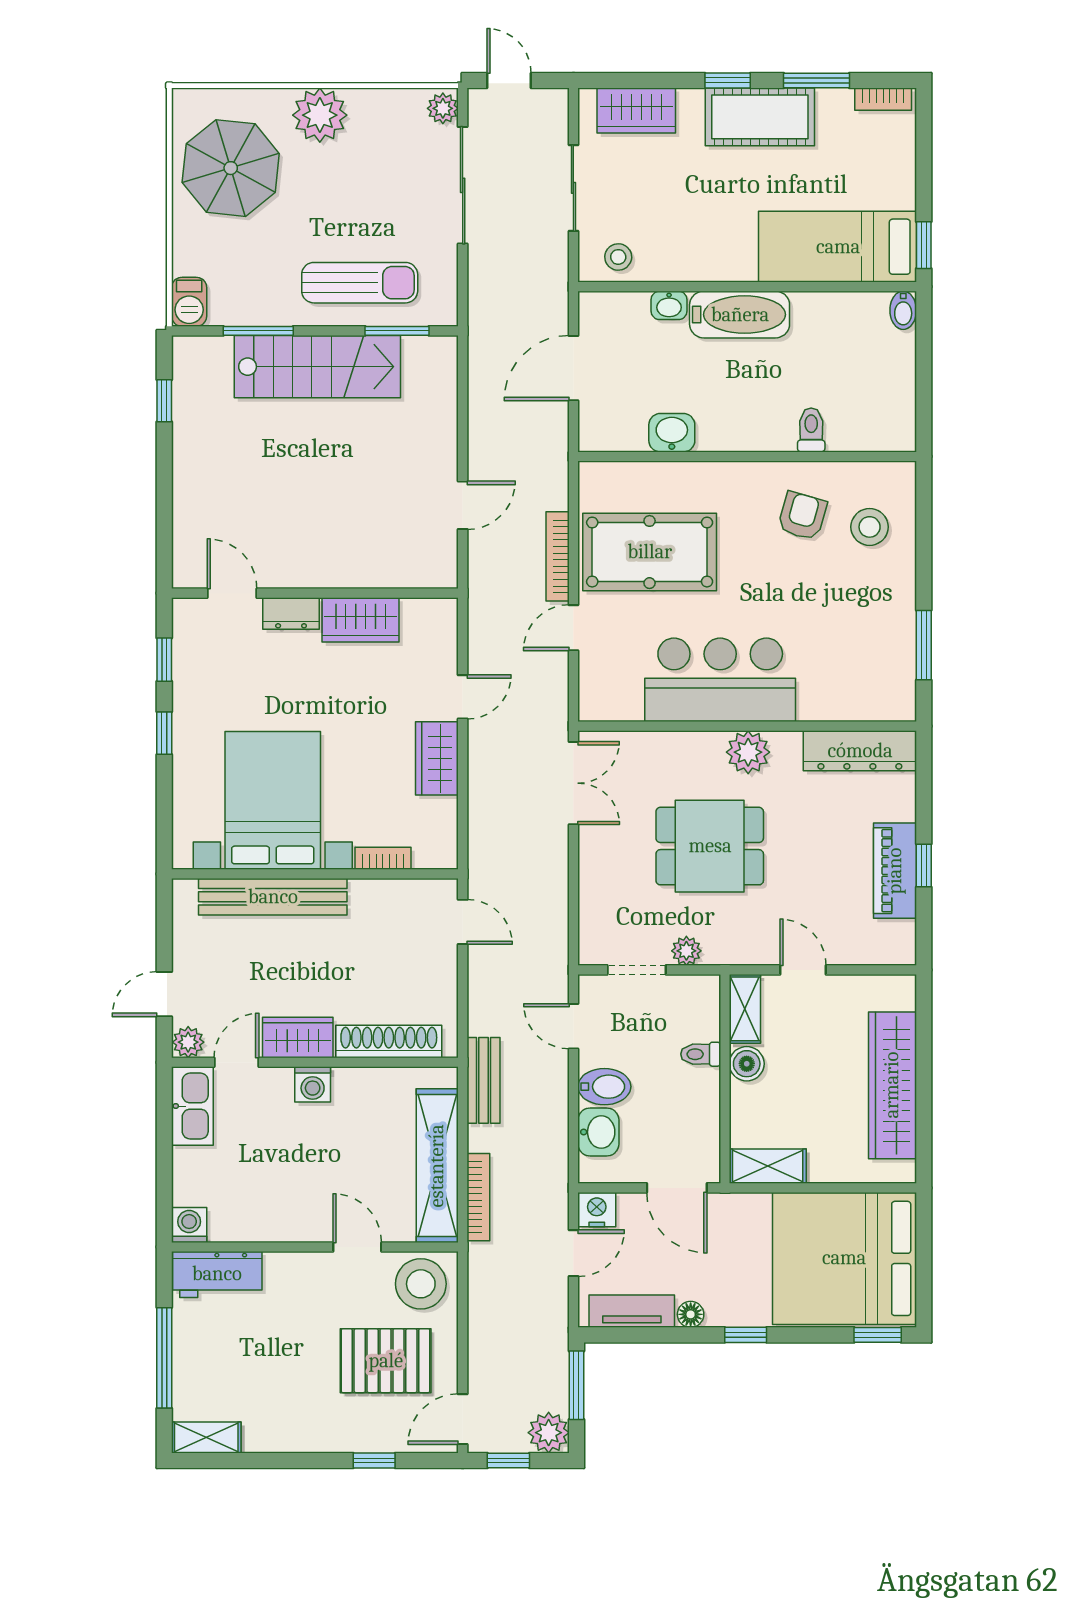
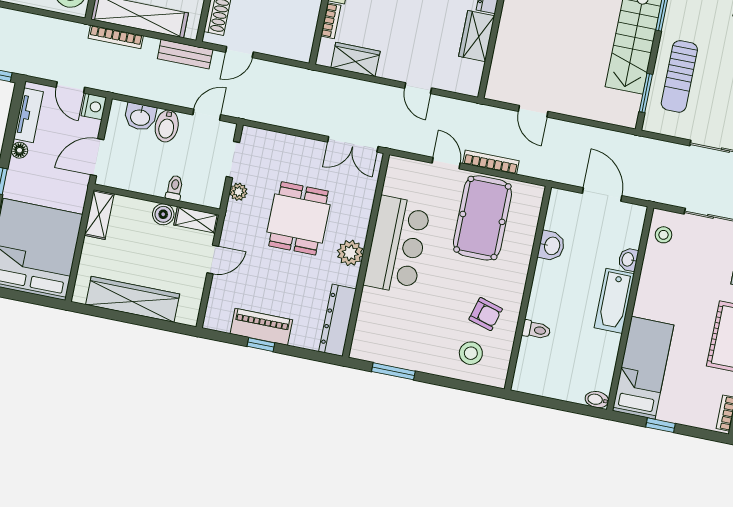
window: (924, 245) -> (660, 425), moved
wardrobe: (437, 758) -> (355, 59), moved
door: (463, 922) -> (239, 52), moved

